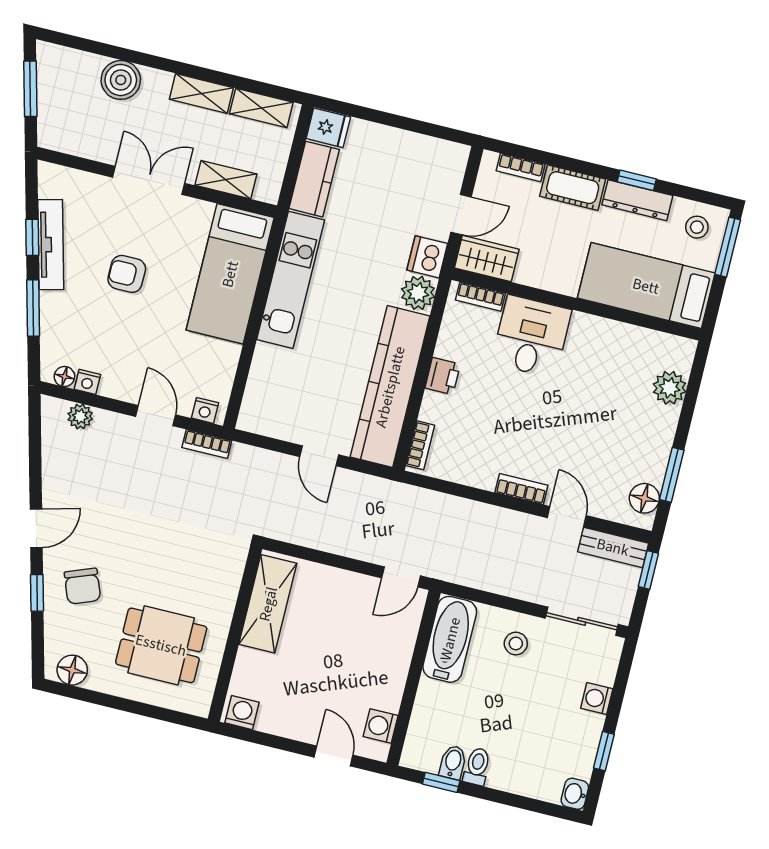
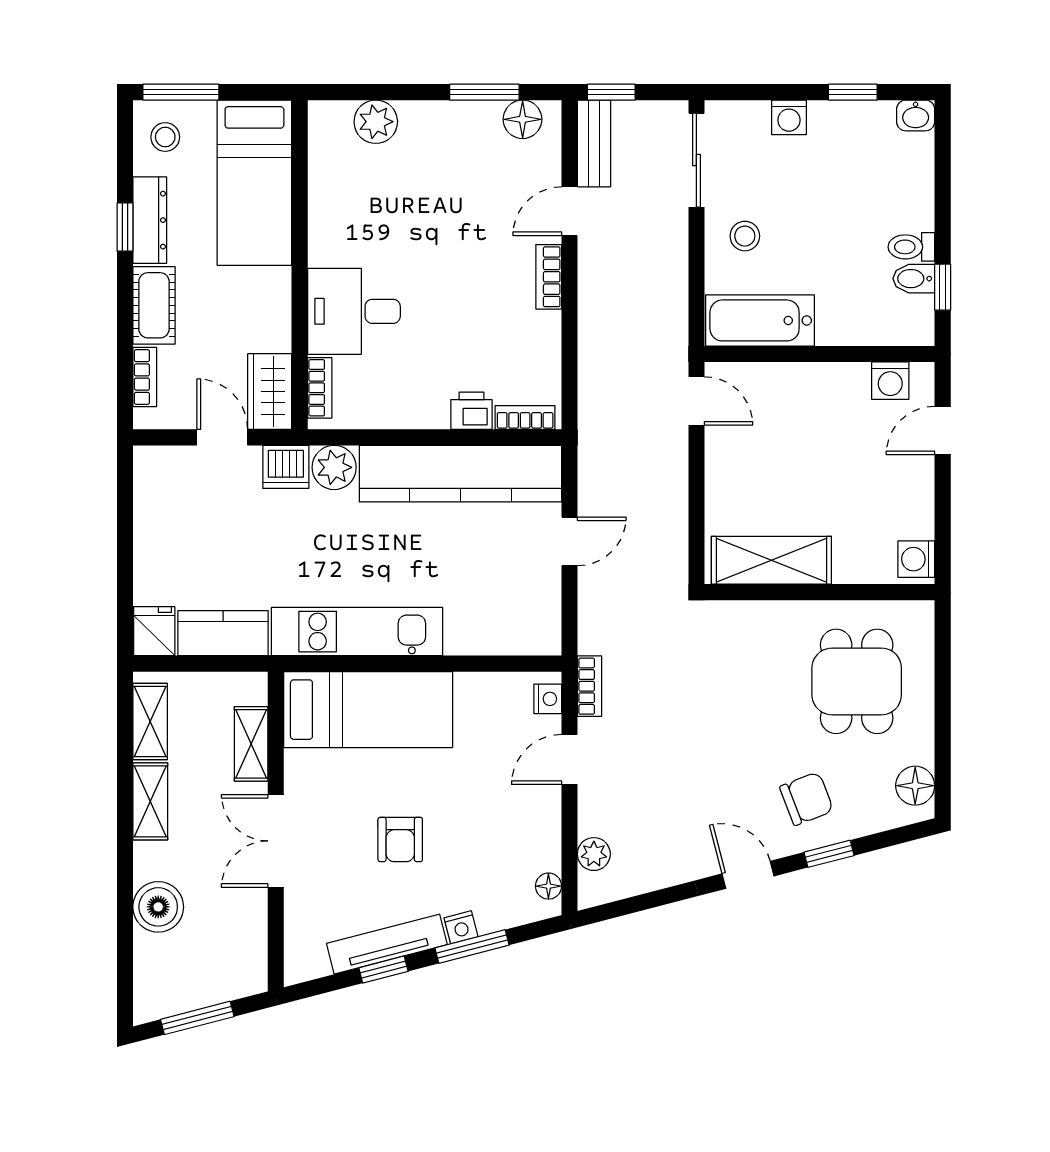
printer: (443, 376) -> (471, 411), moved
nightstand: (87, 382) -> (461, 927), moved, turned 75

